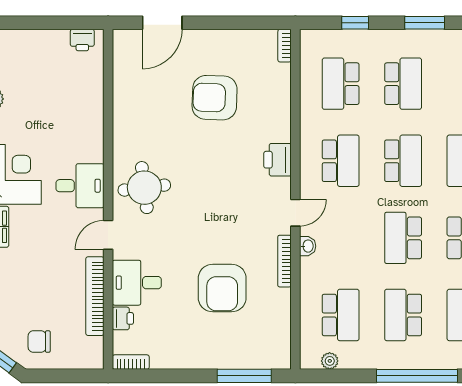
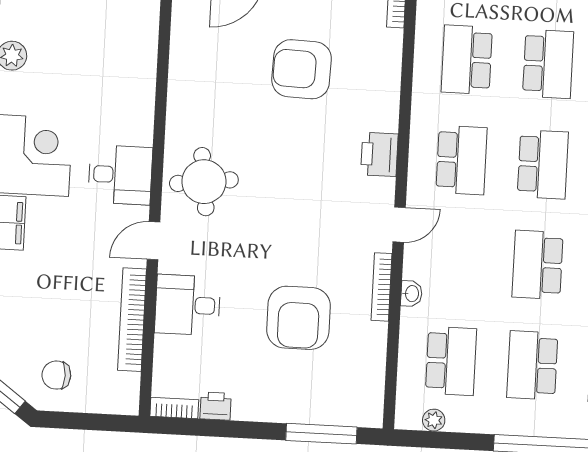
washbasin: (308, 246) -> (411, 294), moved
printer: (123, 318) -> (216, 406), moved, turned -90

